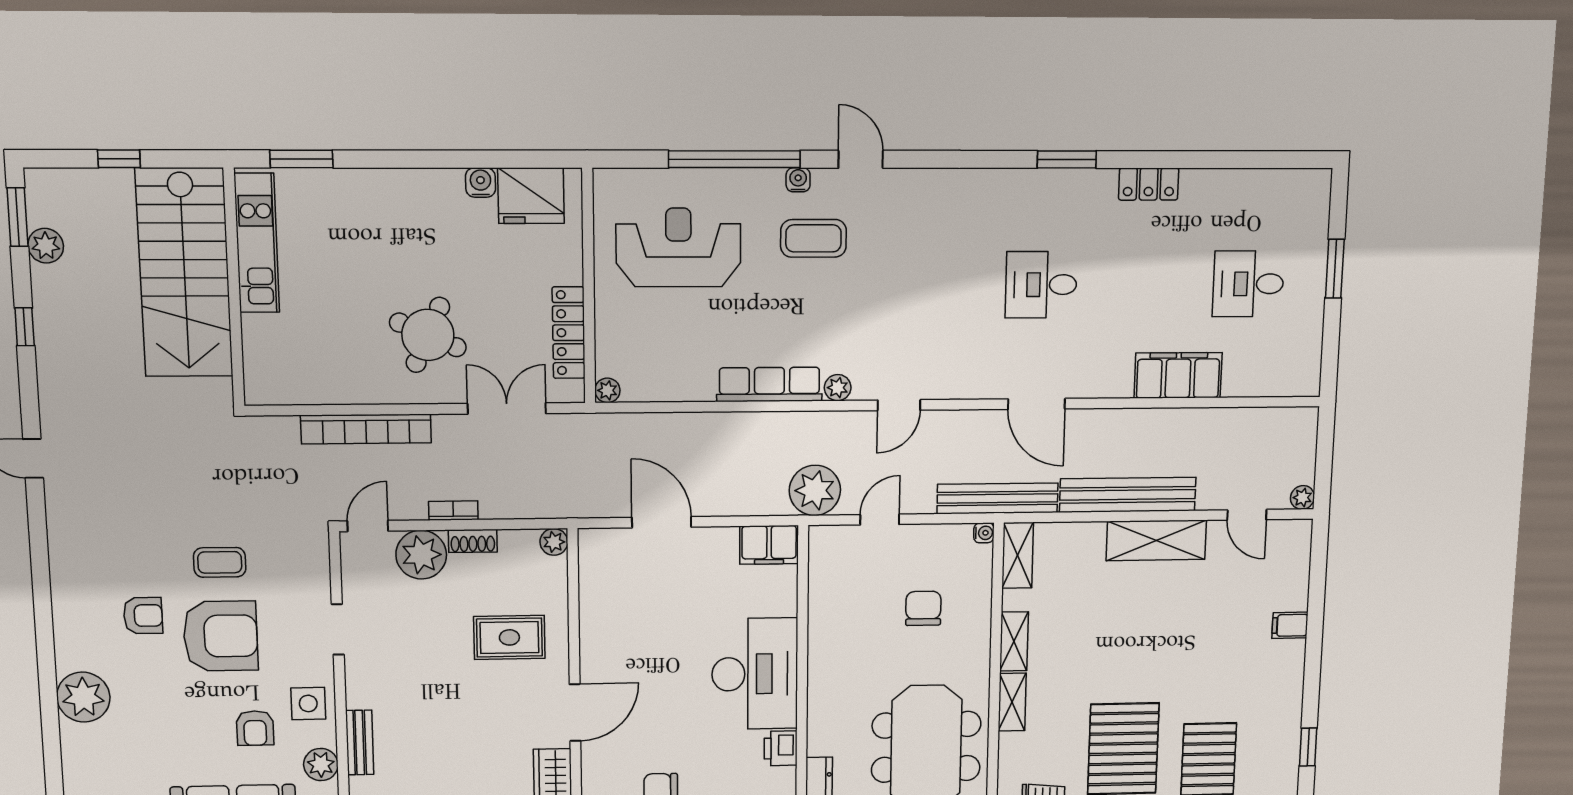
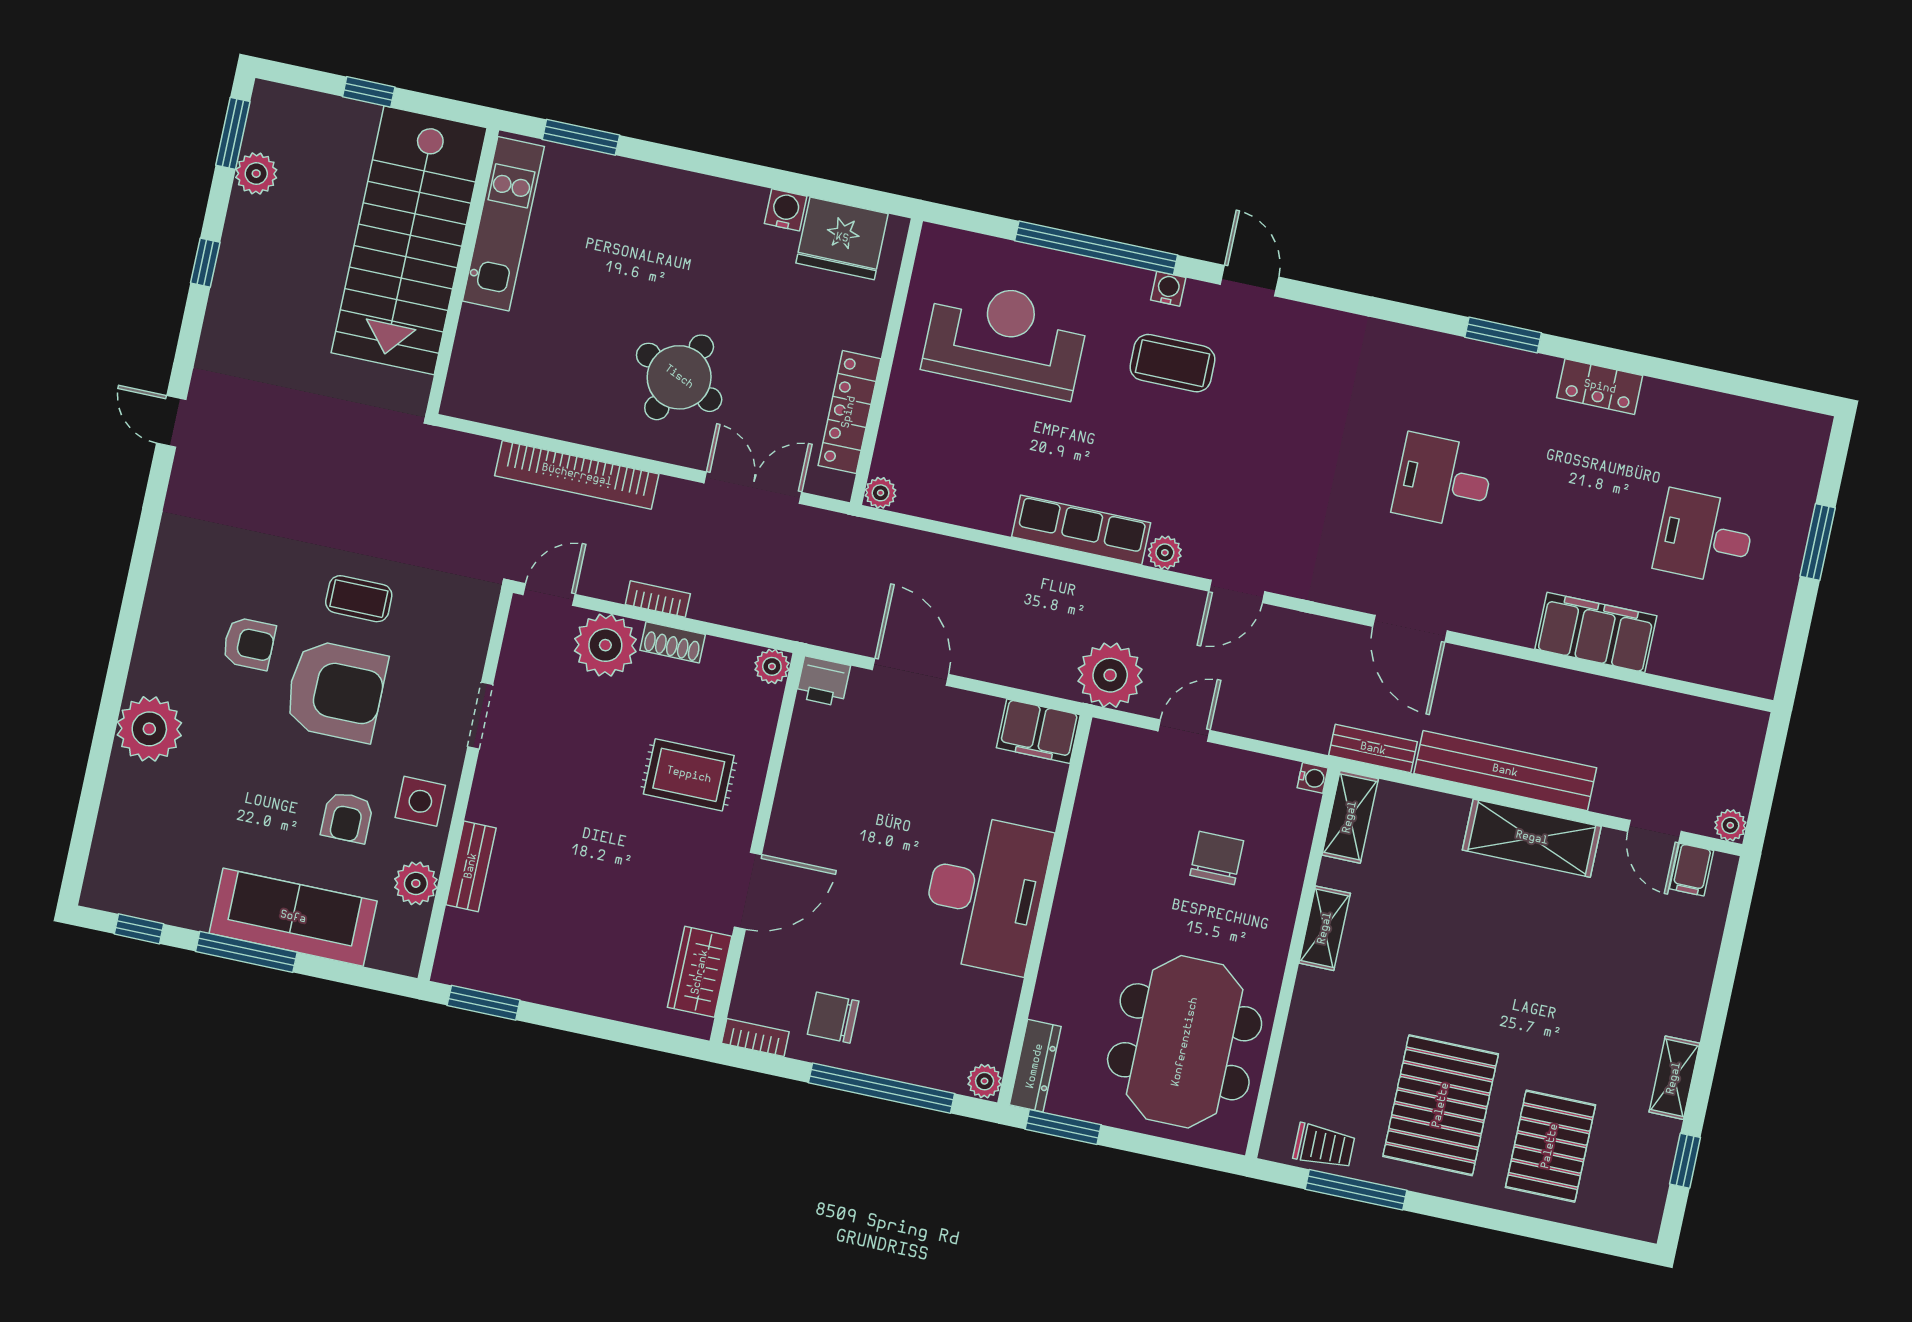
bench: (998, 498) -> (1373, 749), width x0.54, depth x0.82
filing cabinet: (1290, 625) -> (1692, 870), moved, turned -90
shelving: (1012, 702) -> (1674, 1078), moved
printer: (781, 748) -> (823, 681), moved, turned -90

